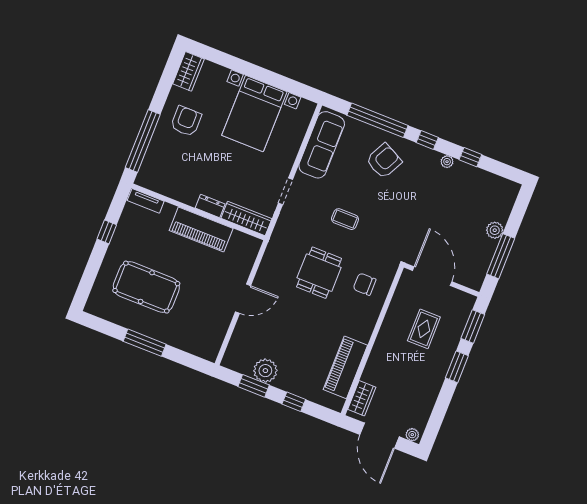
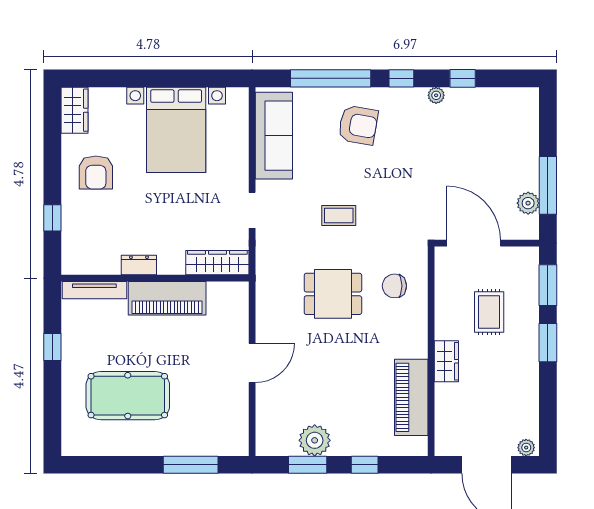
armchair: (186, 121) -> (96, 173), turned 180
window: (143, 141) -> (52, 218), width x0.32
armchair: (384, 161) -> (358, 125), turned 73
tv unit: (146, 201) -> (94, 290), width x1.41
dresser: (210, 206) -> (139, 265), moved
plant: (495, 230) -> (528, 203), moved
dining table: (319, 273) -> (333, 294), turned 90
window: (145, 343) -> (191, 465), moved
wardrobe: (362, 398) -> (446, 361), moved

